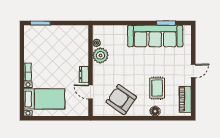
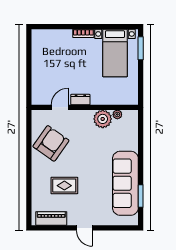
bed with nightstands: (44, 99) -> (115, 53), moved
floor lamp: (155, 111) -> (37, 183), removed

